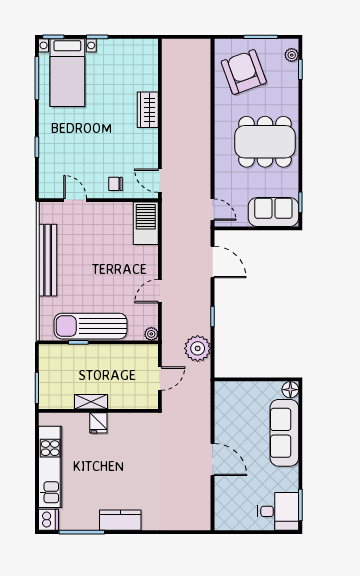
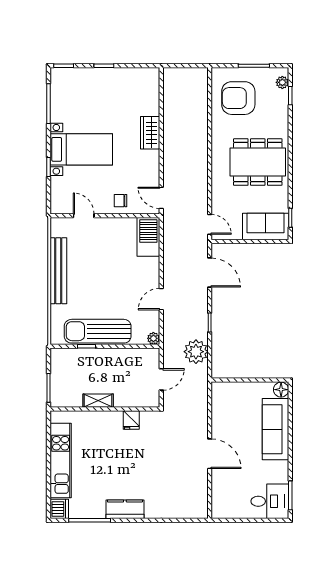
armchair: (244, 72) -> (238, 98), turned -70
bed with nightstands: (67, 73) -> (81, 149), moved, turned -90
fridge: (98, 423) -> (131, 420), moved

